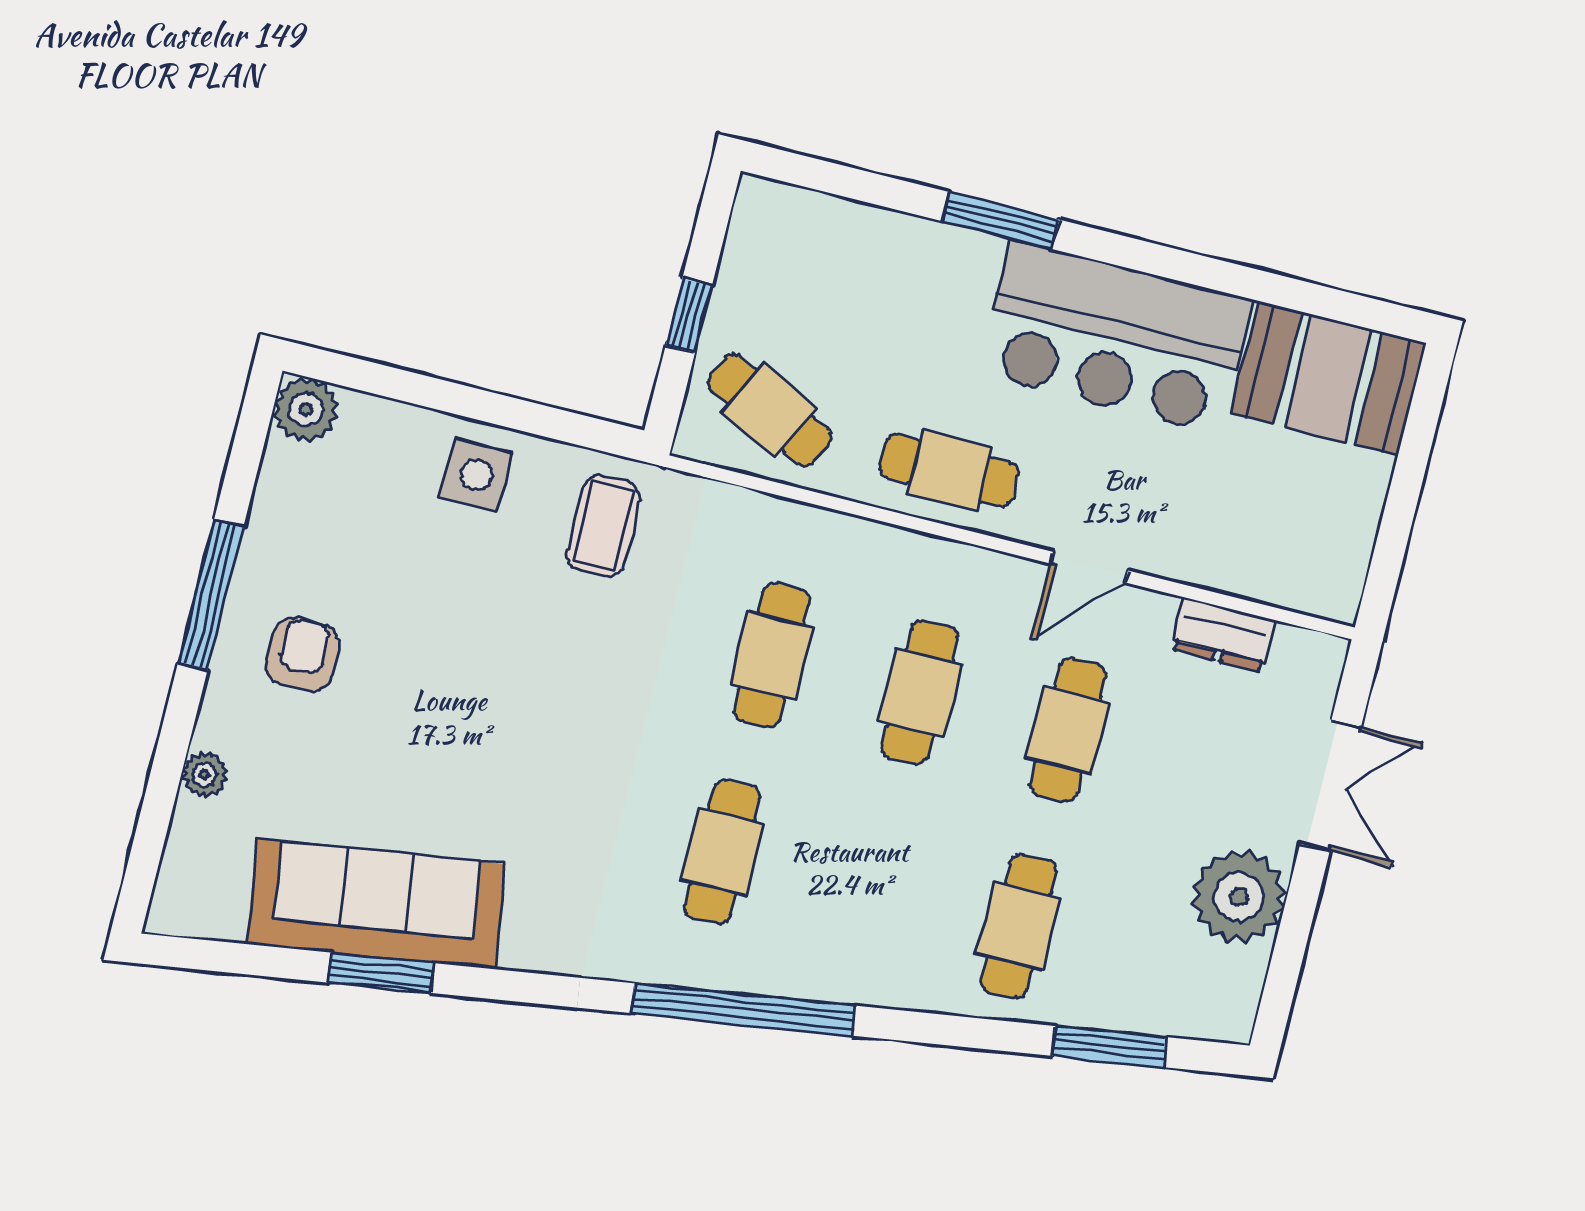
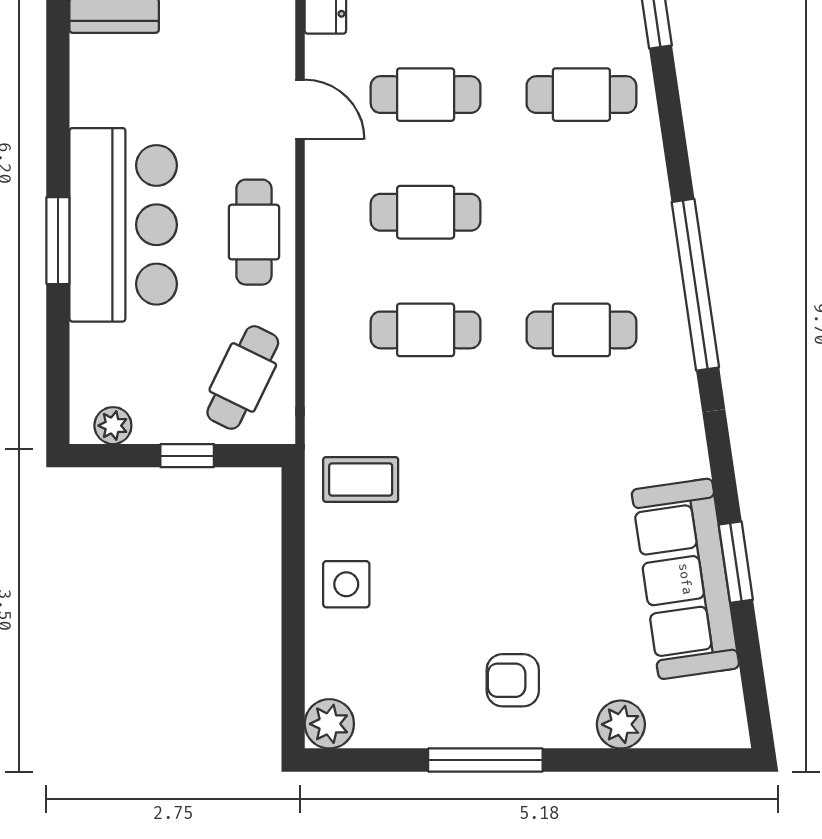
plant: (750, 231) -> (113, 426), added
bar counter: (1115, 337) -> (123, 225), moved
plant: (204, 774) -> (621, 724), width x1.38, depth x1.38

